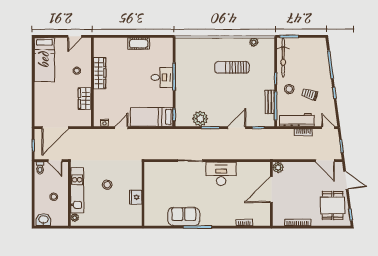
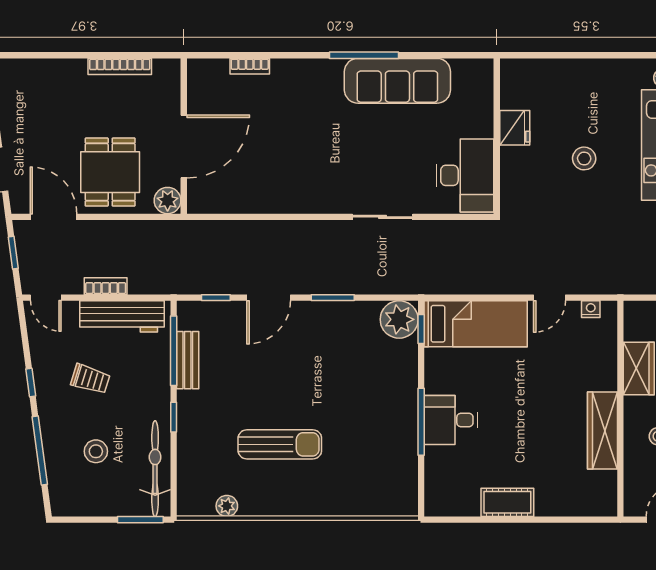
stool: (289, 89) -> (96, 451), moved
plant: (200, 119) -> (399, 319), moved
desk: (221, 174) -> (465, 175), moved, turned -90
dining table: (333, 205) -> (110, 172), moved
sofa: (184, 217) -> (397, 81), width x1.36

